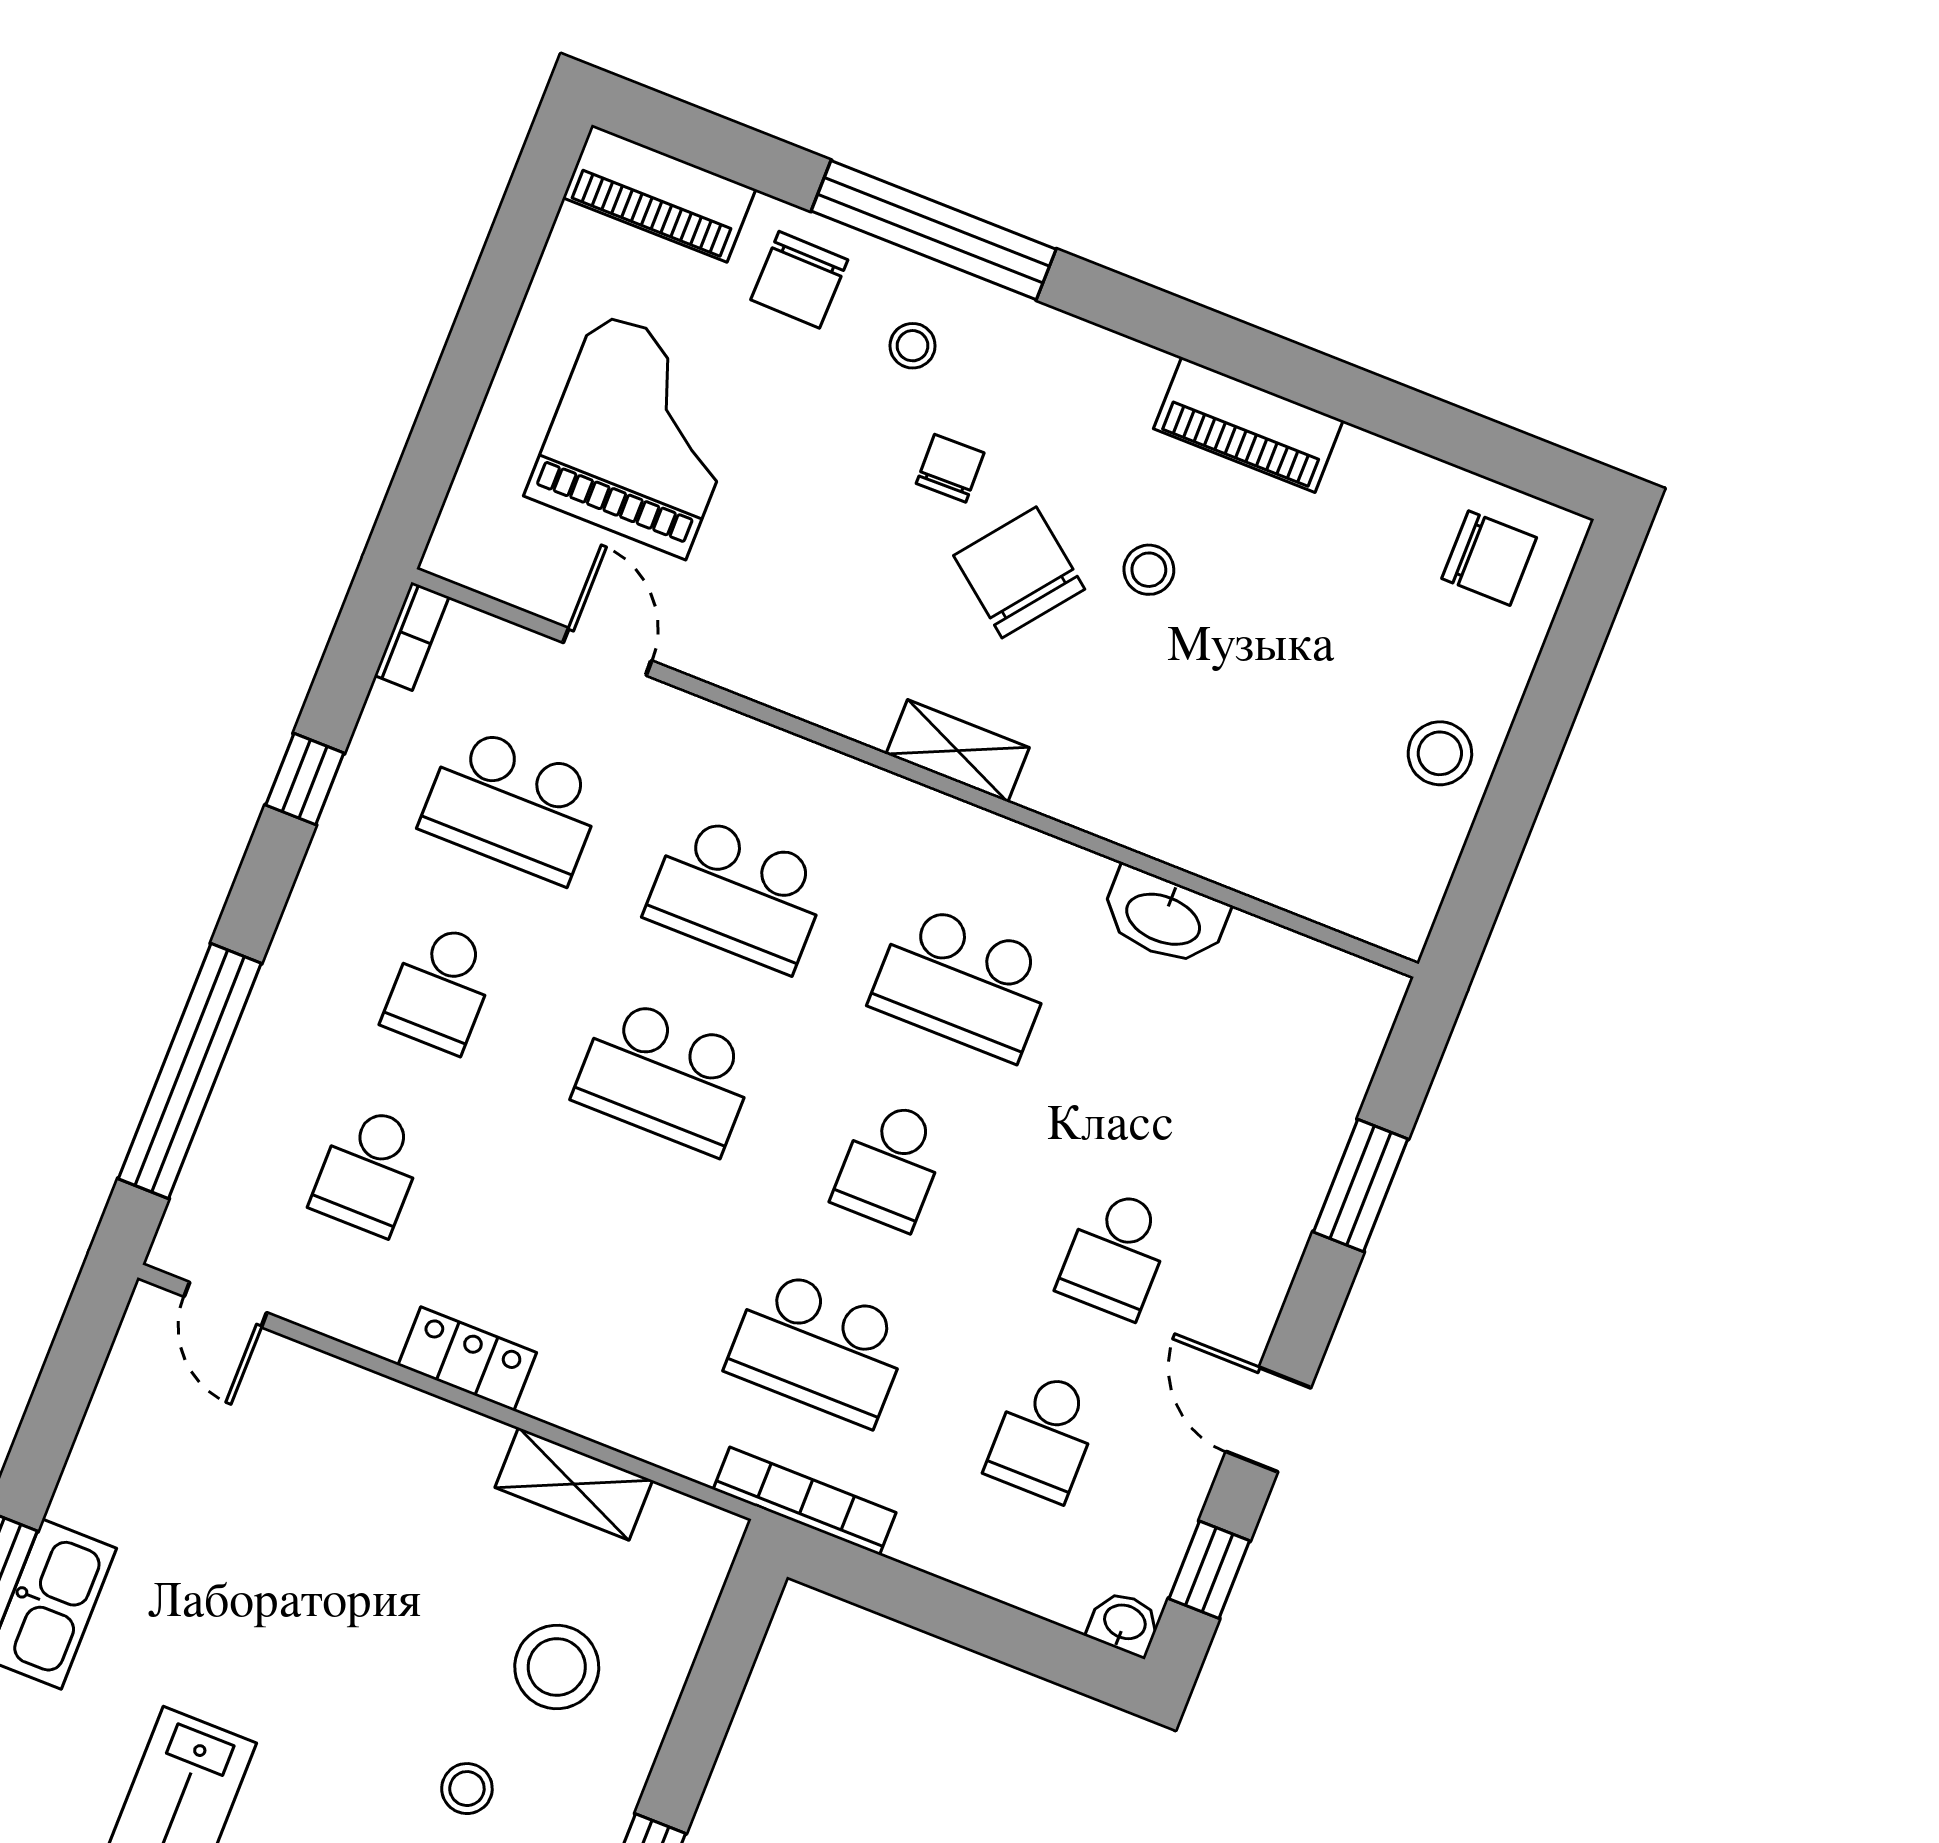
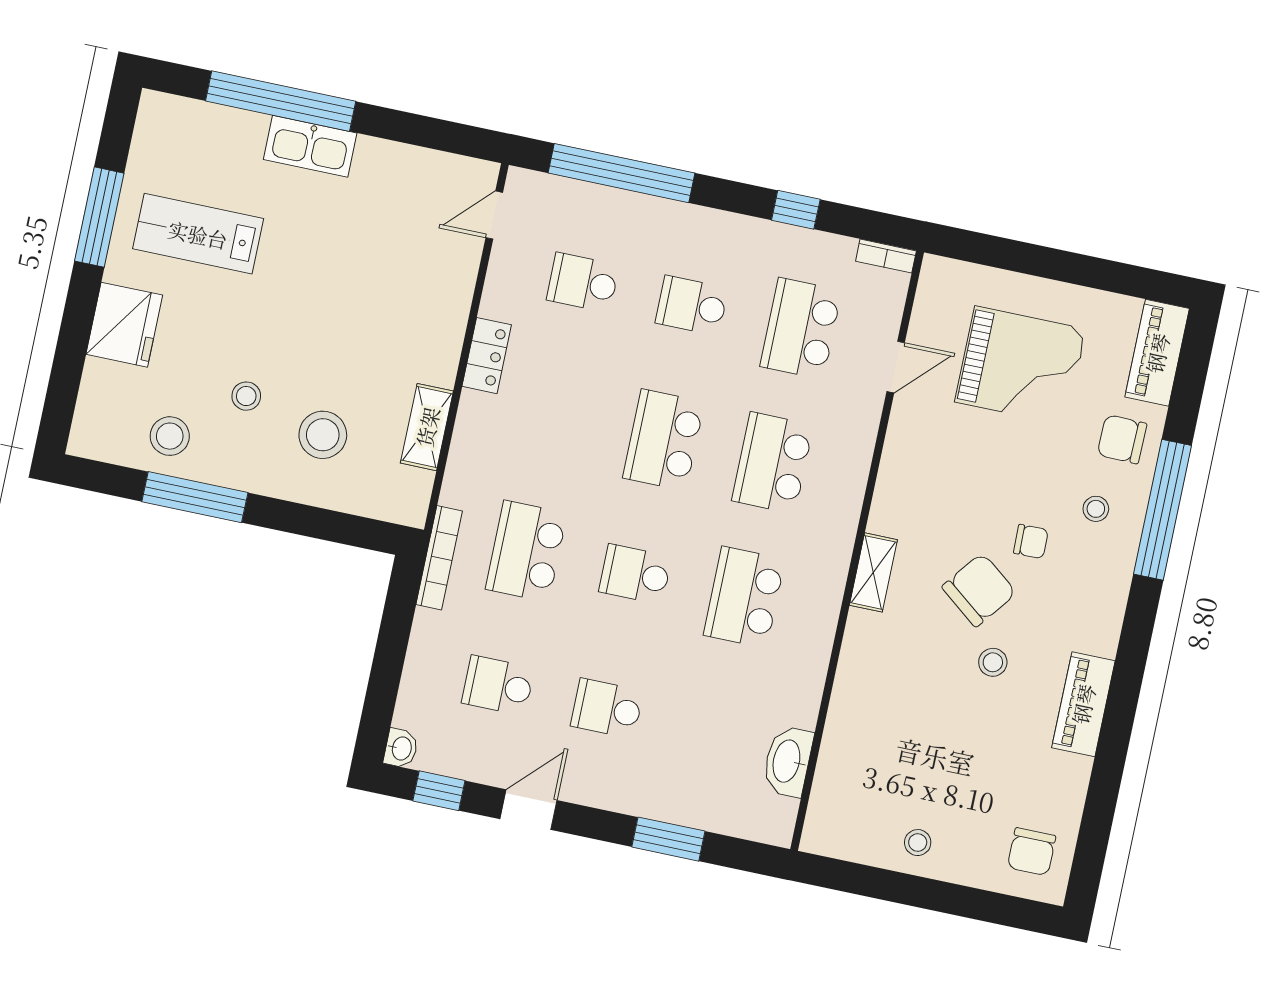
stool: (1440, 753) -> (918, 843), width x0.73, depth x0.73
washbasin: (1164, 917) -> (788, 761), moved

